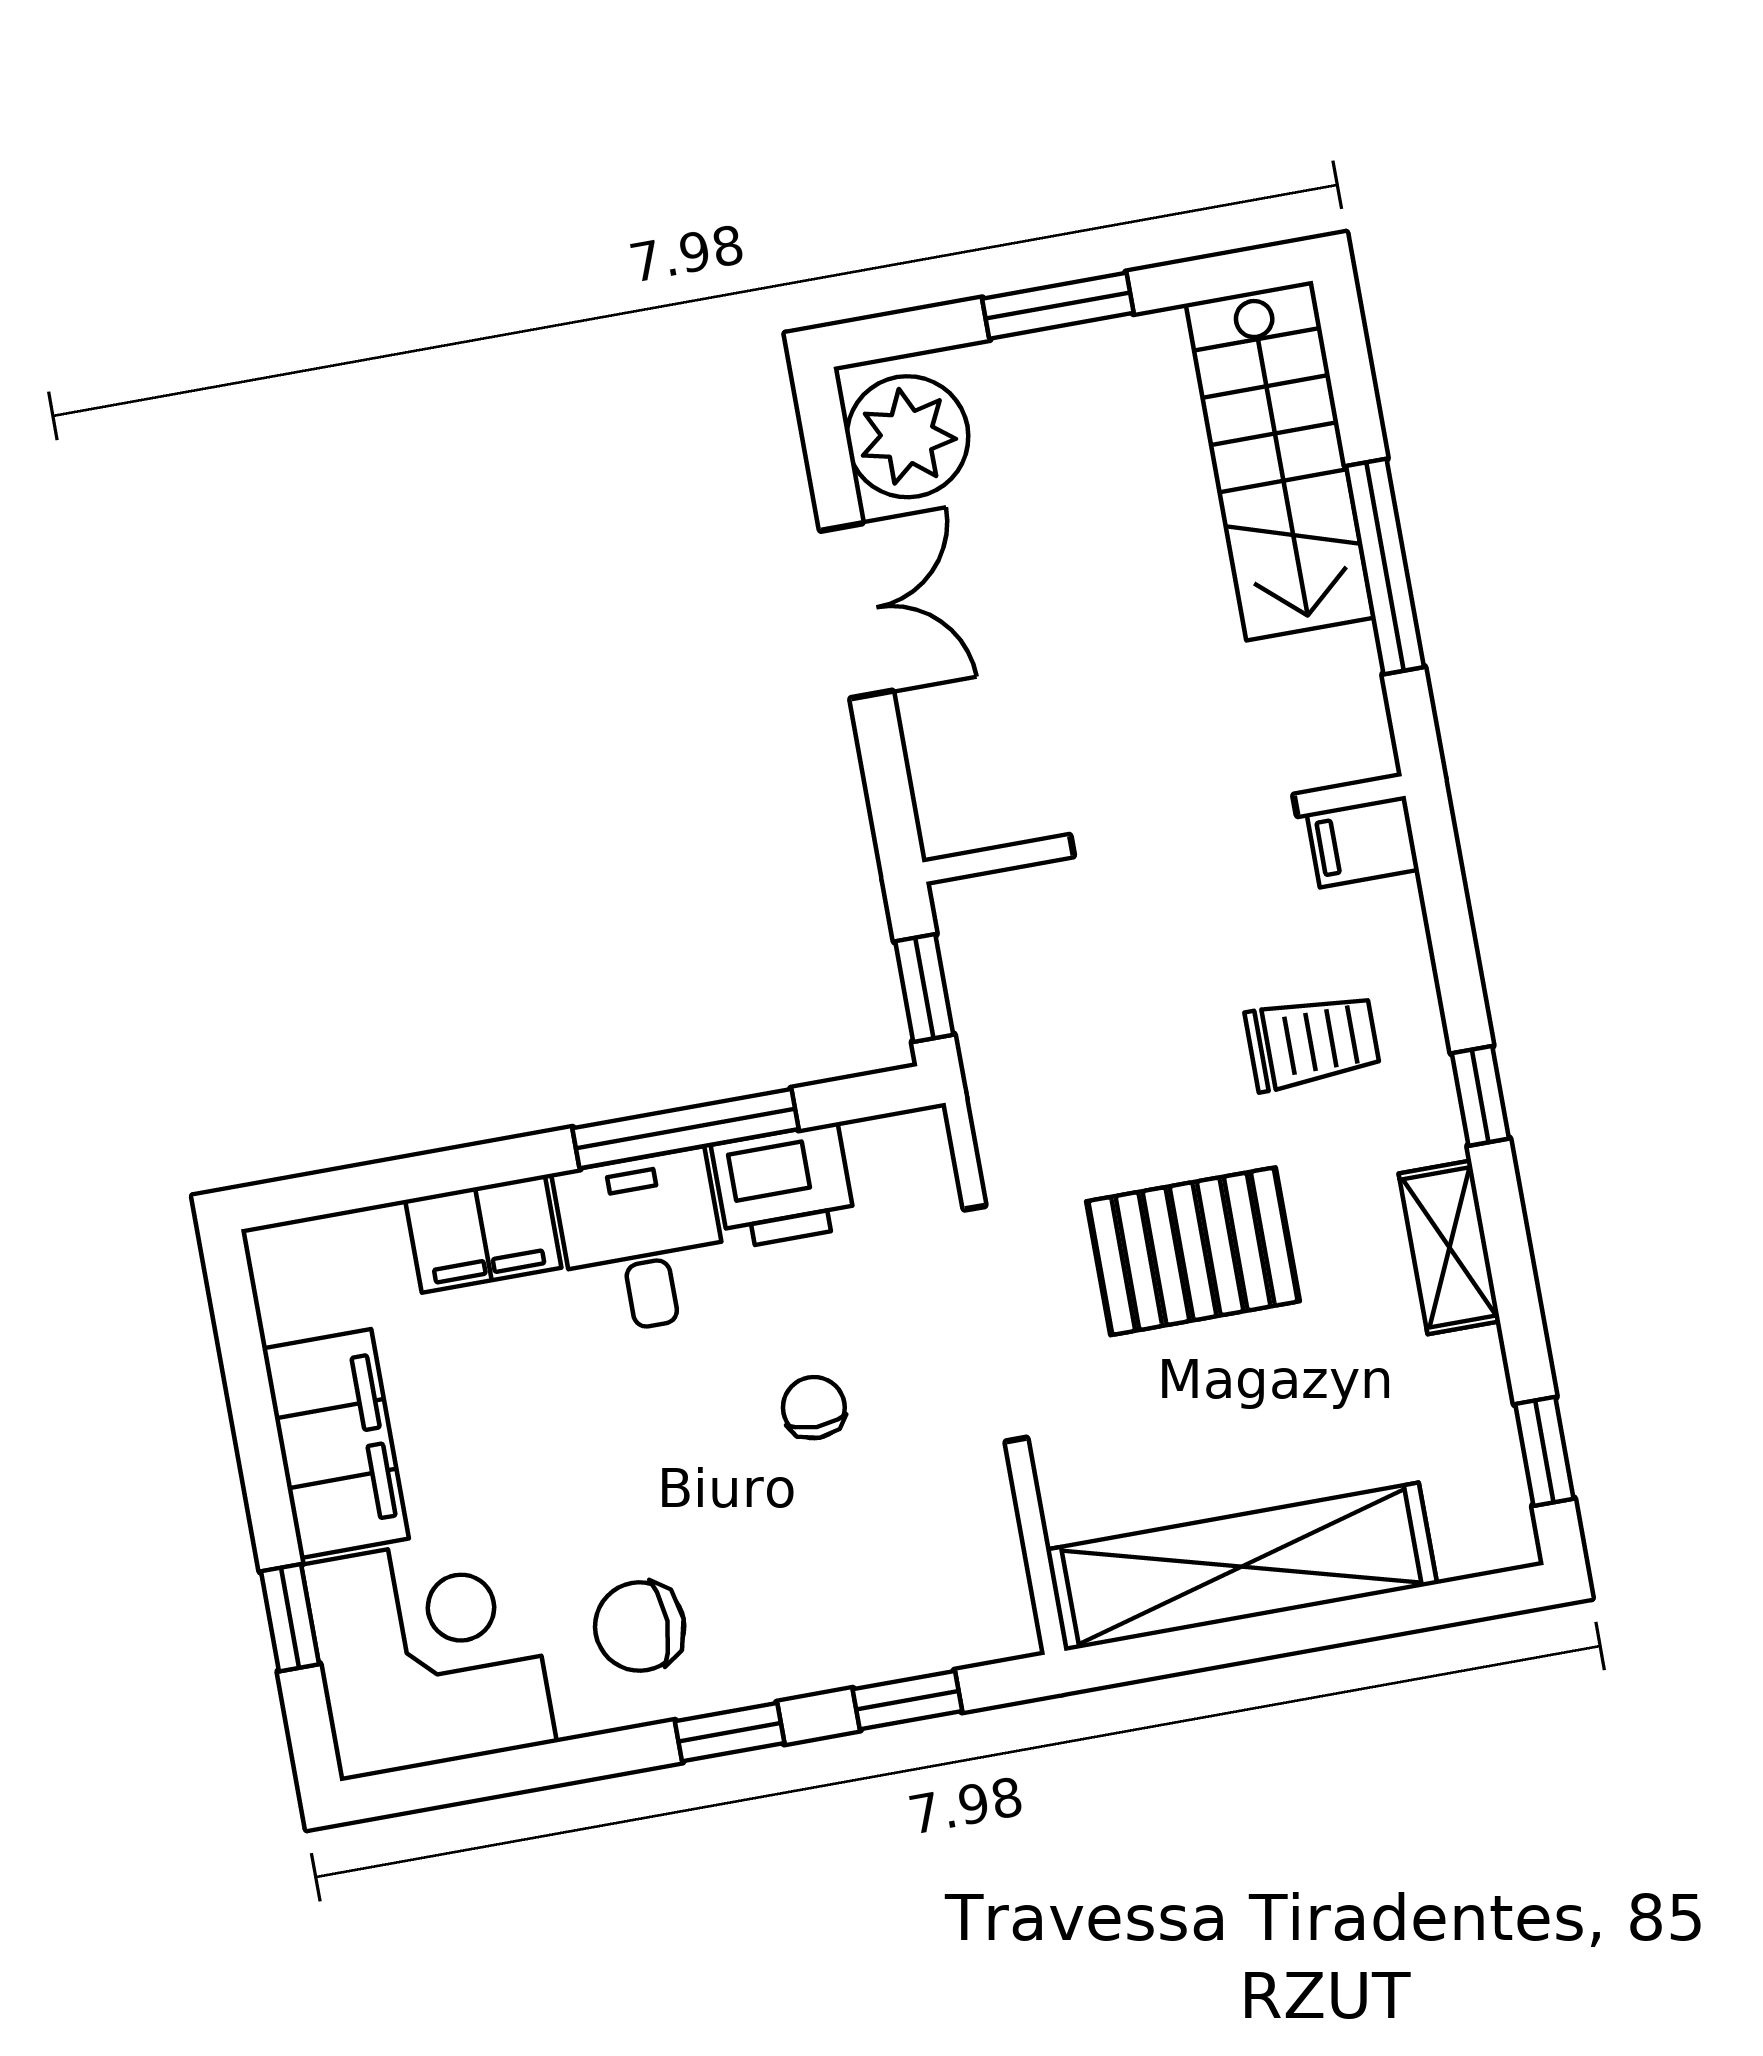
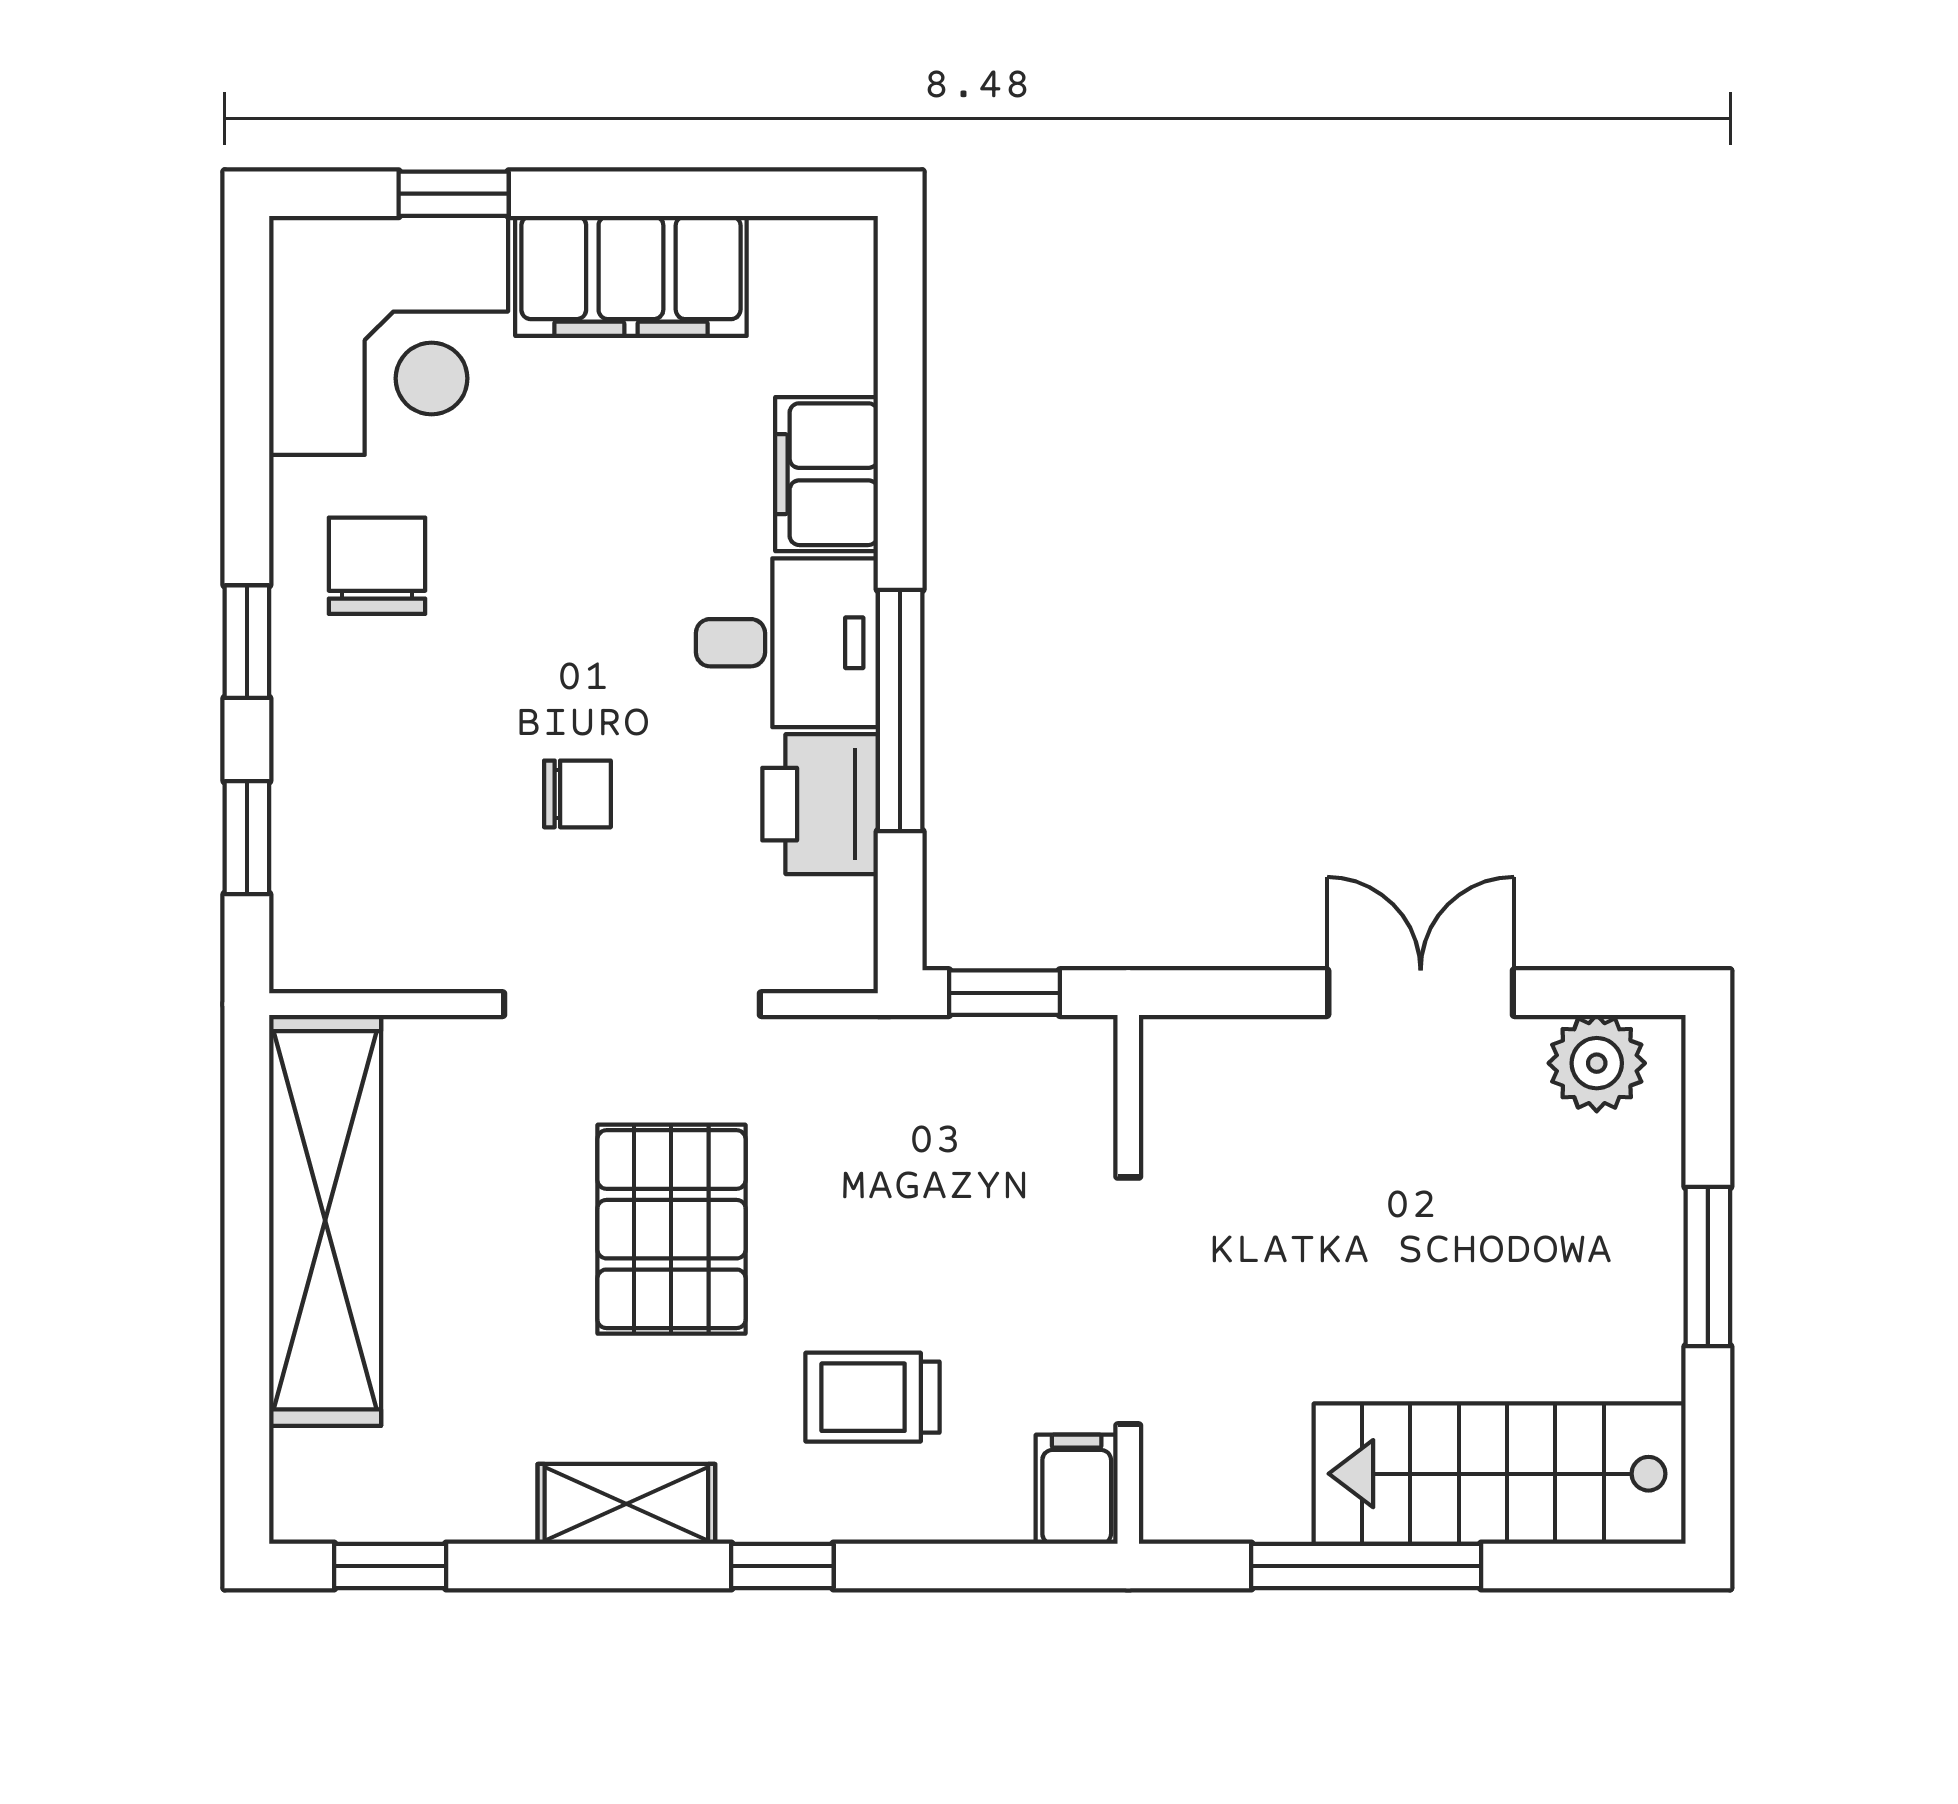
plant: (908, 437) -> (1597, 1063), width x0.73, depth x0.73
double door: (856, 611) -> (1421, 993), swing flipped
trolley: (1313, 1042) -> (872, 1397), turned 90

